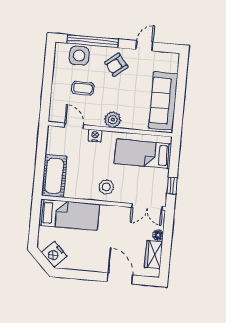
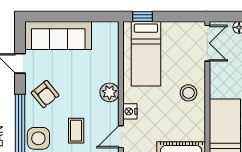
sofa: (163, 101) -> (58, 35), moved
window: (172, 186) -> (143, 16), moved

